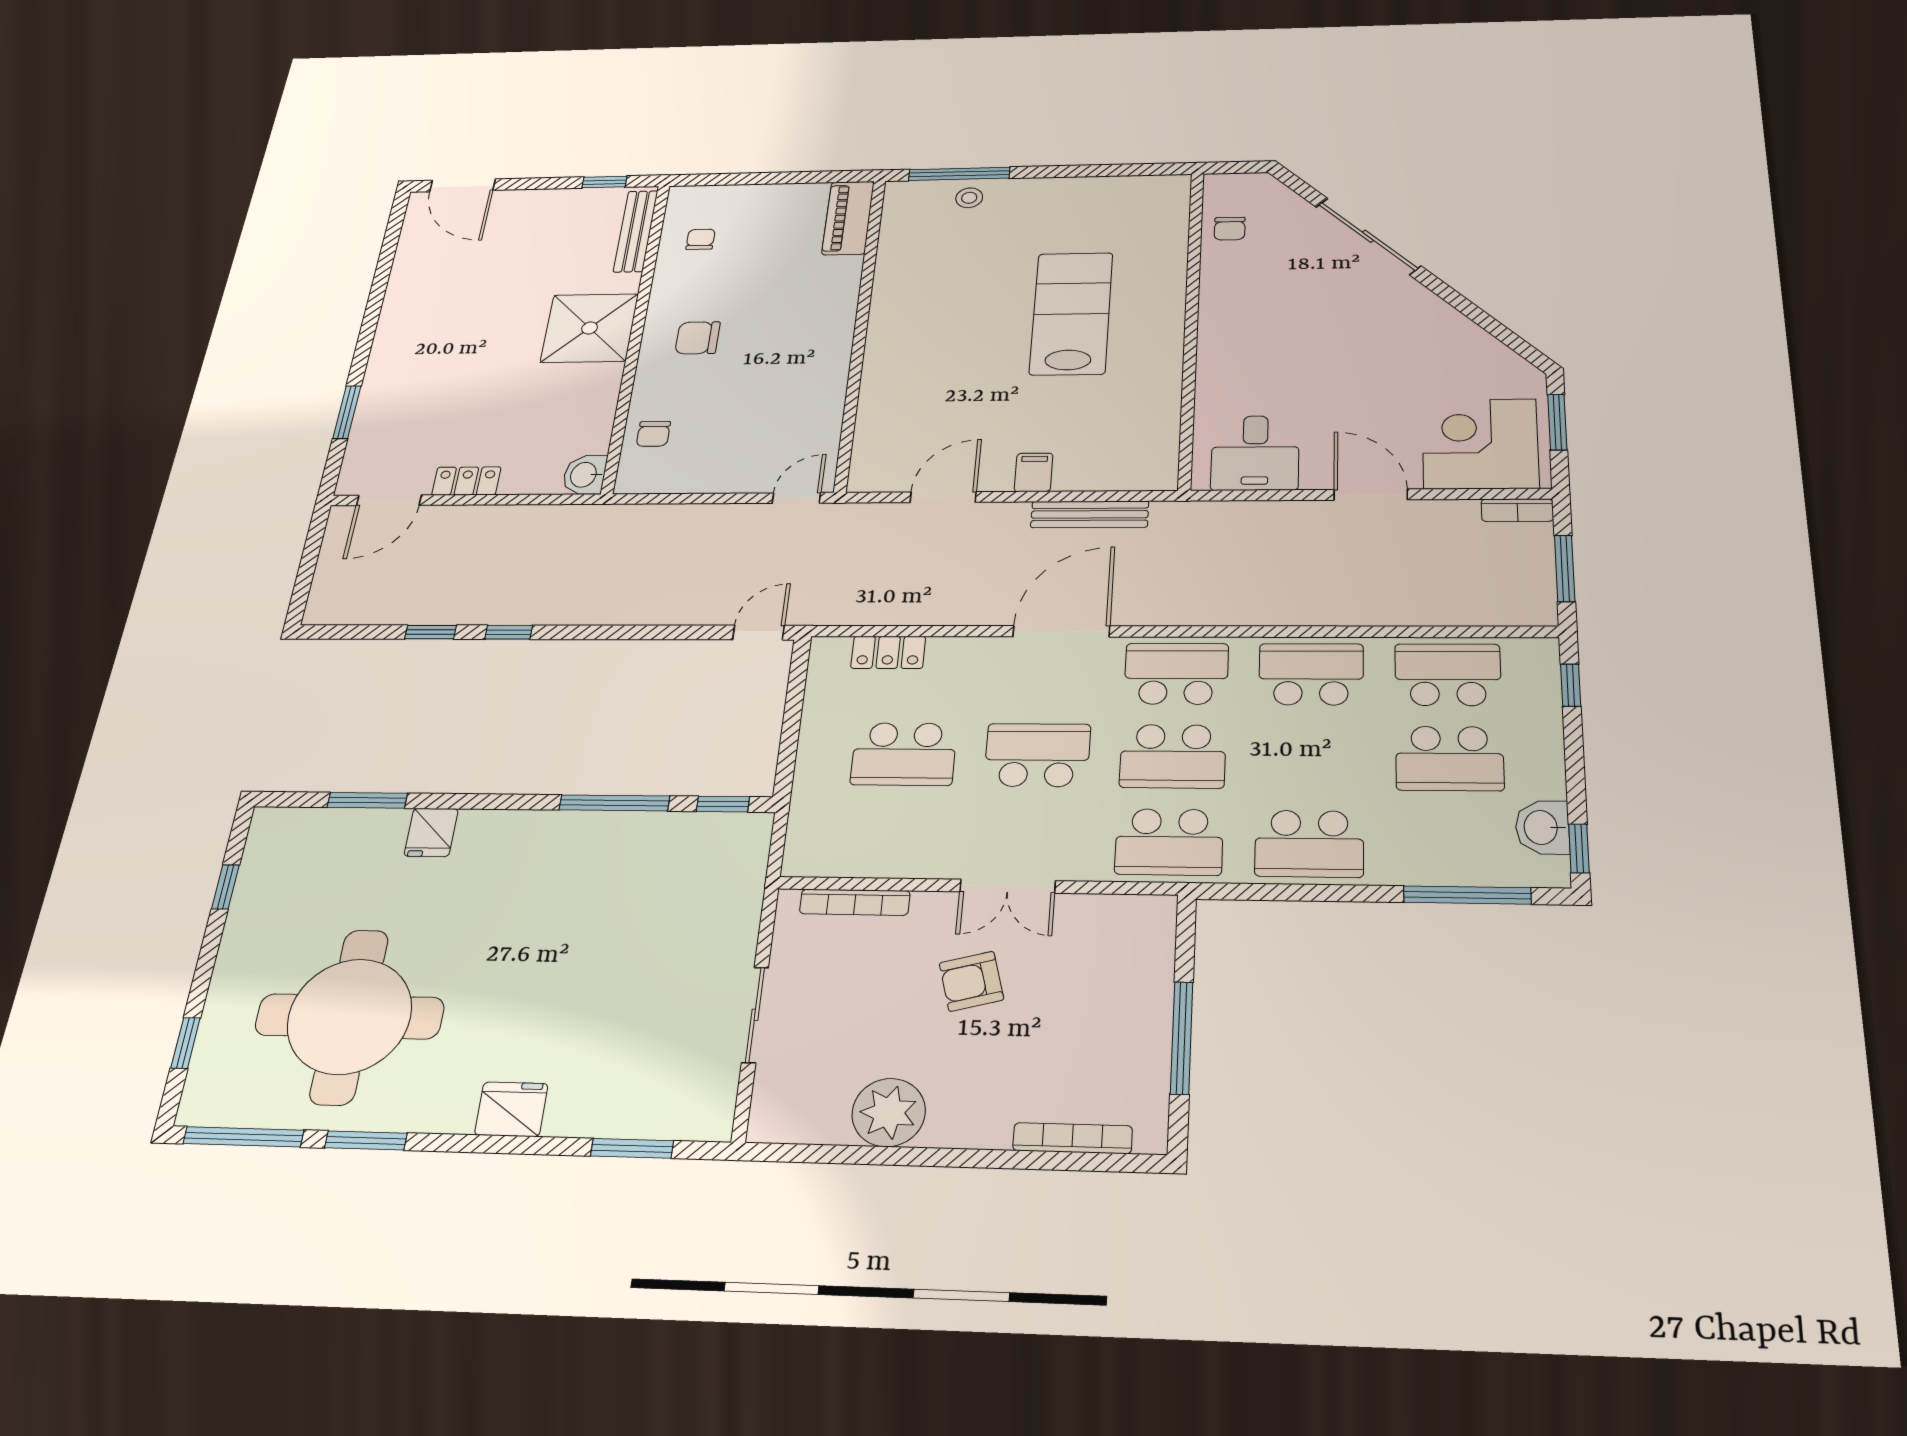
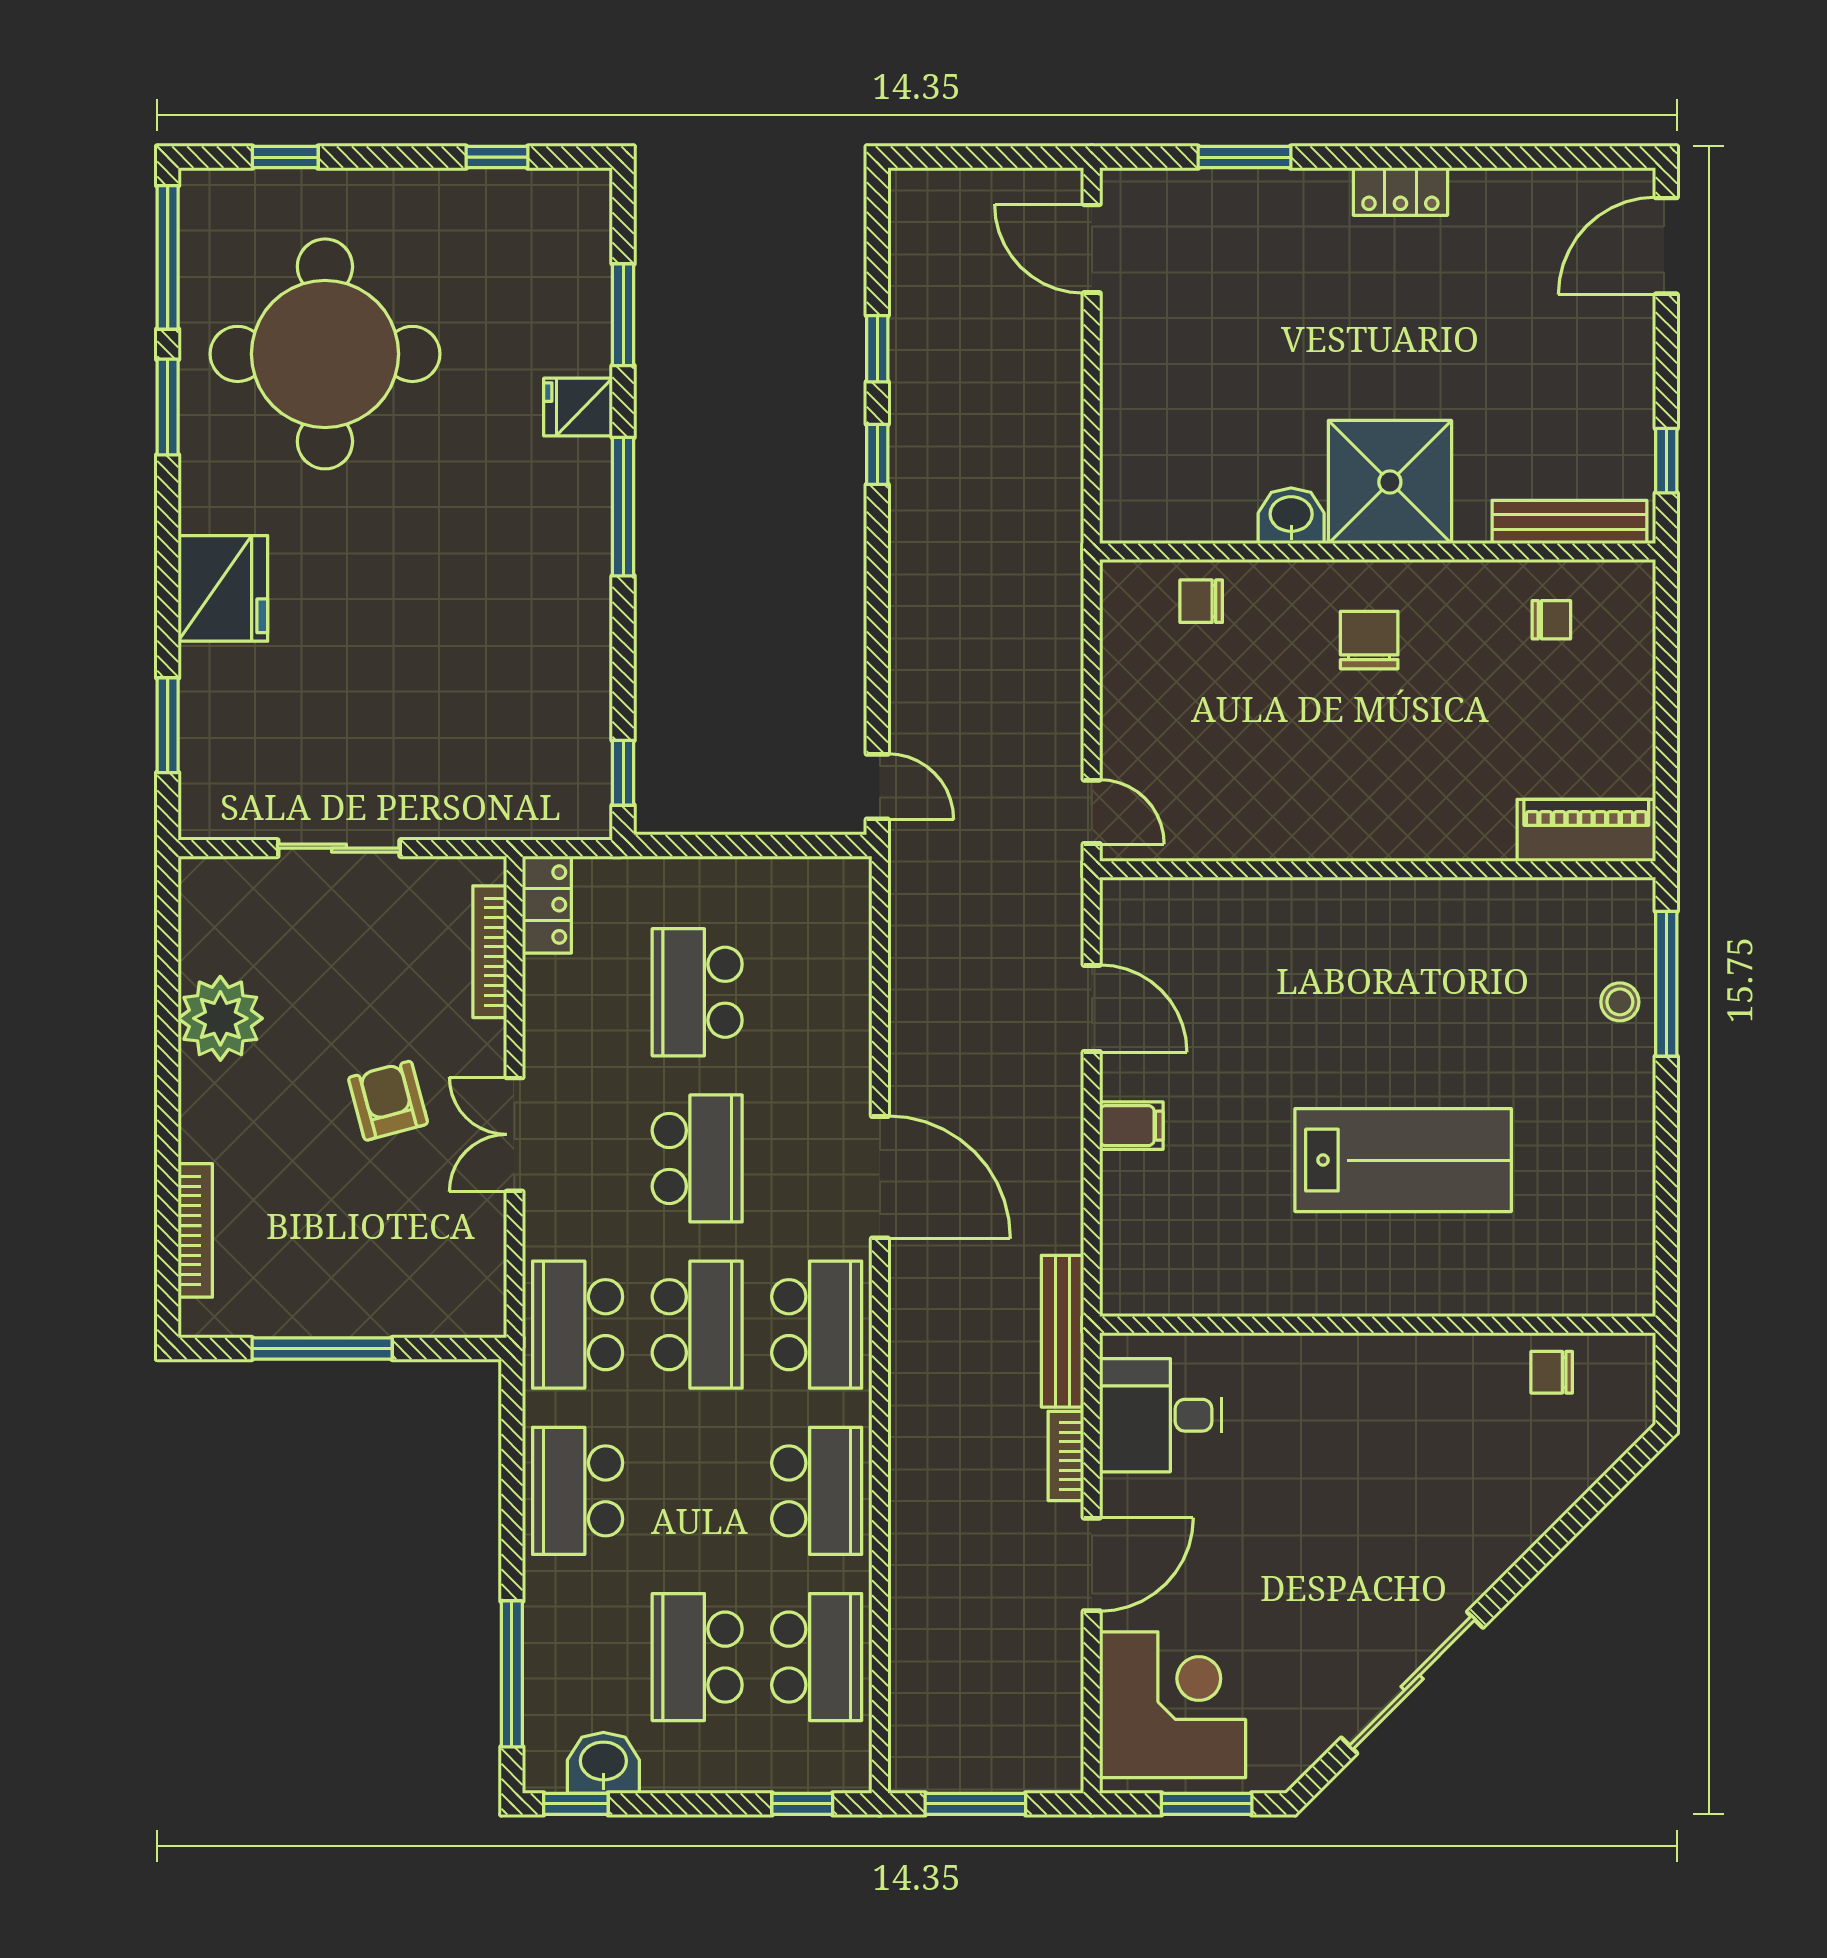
sliding door: (1368, 236) -> (1412, 1683), moved
washbasin: (585, 475) -> (1291, 516), moved
locker: (466, 481) -> (1400, 191), moved, turned 90
bookcase: (1517, 510) -> (1066, 1456), moved
bench: (1090, 514) -> (1062, 1331), moved
locker: (888, 652) -> (547, 905), moved, turned 180
school desk: (1173, 756) -> (697, 1325), turned 180
window: (614, 803) -> (623, 507), moved
fridge: (511, 1109) -> (223, 588), width x1.36, depth x1.34

